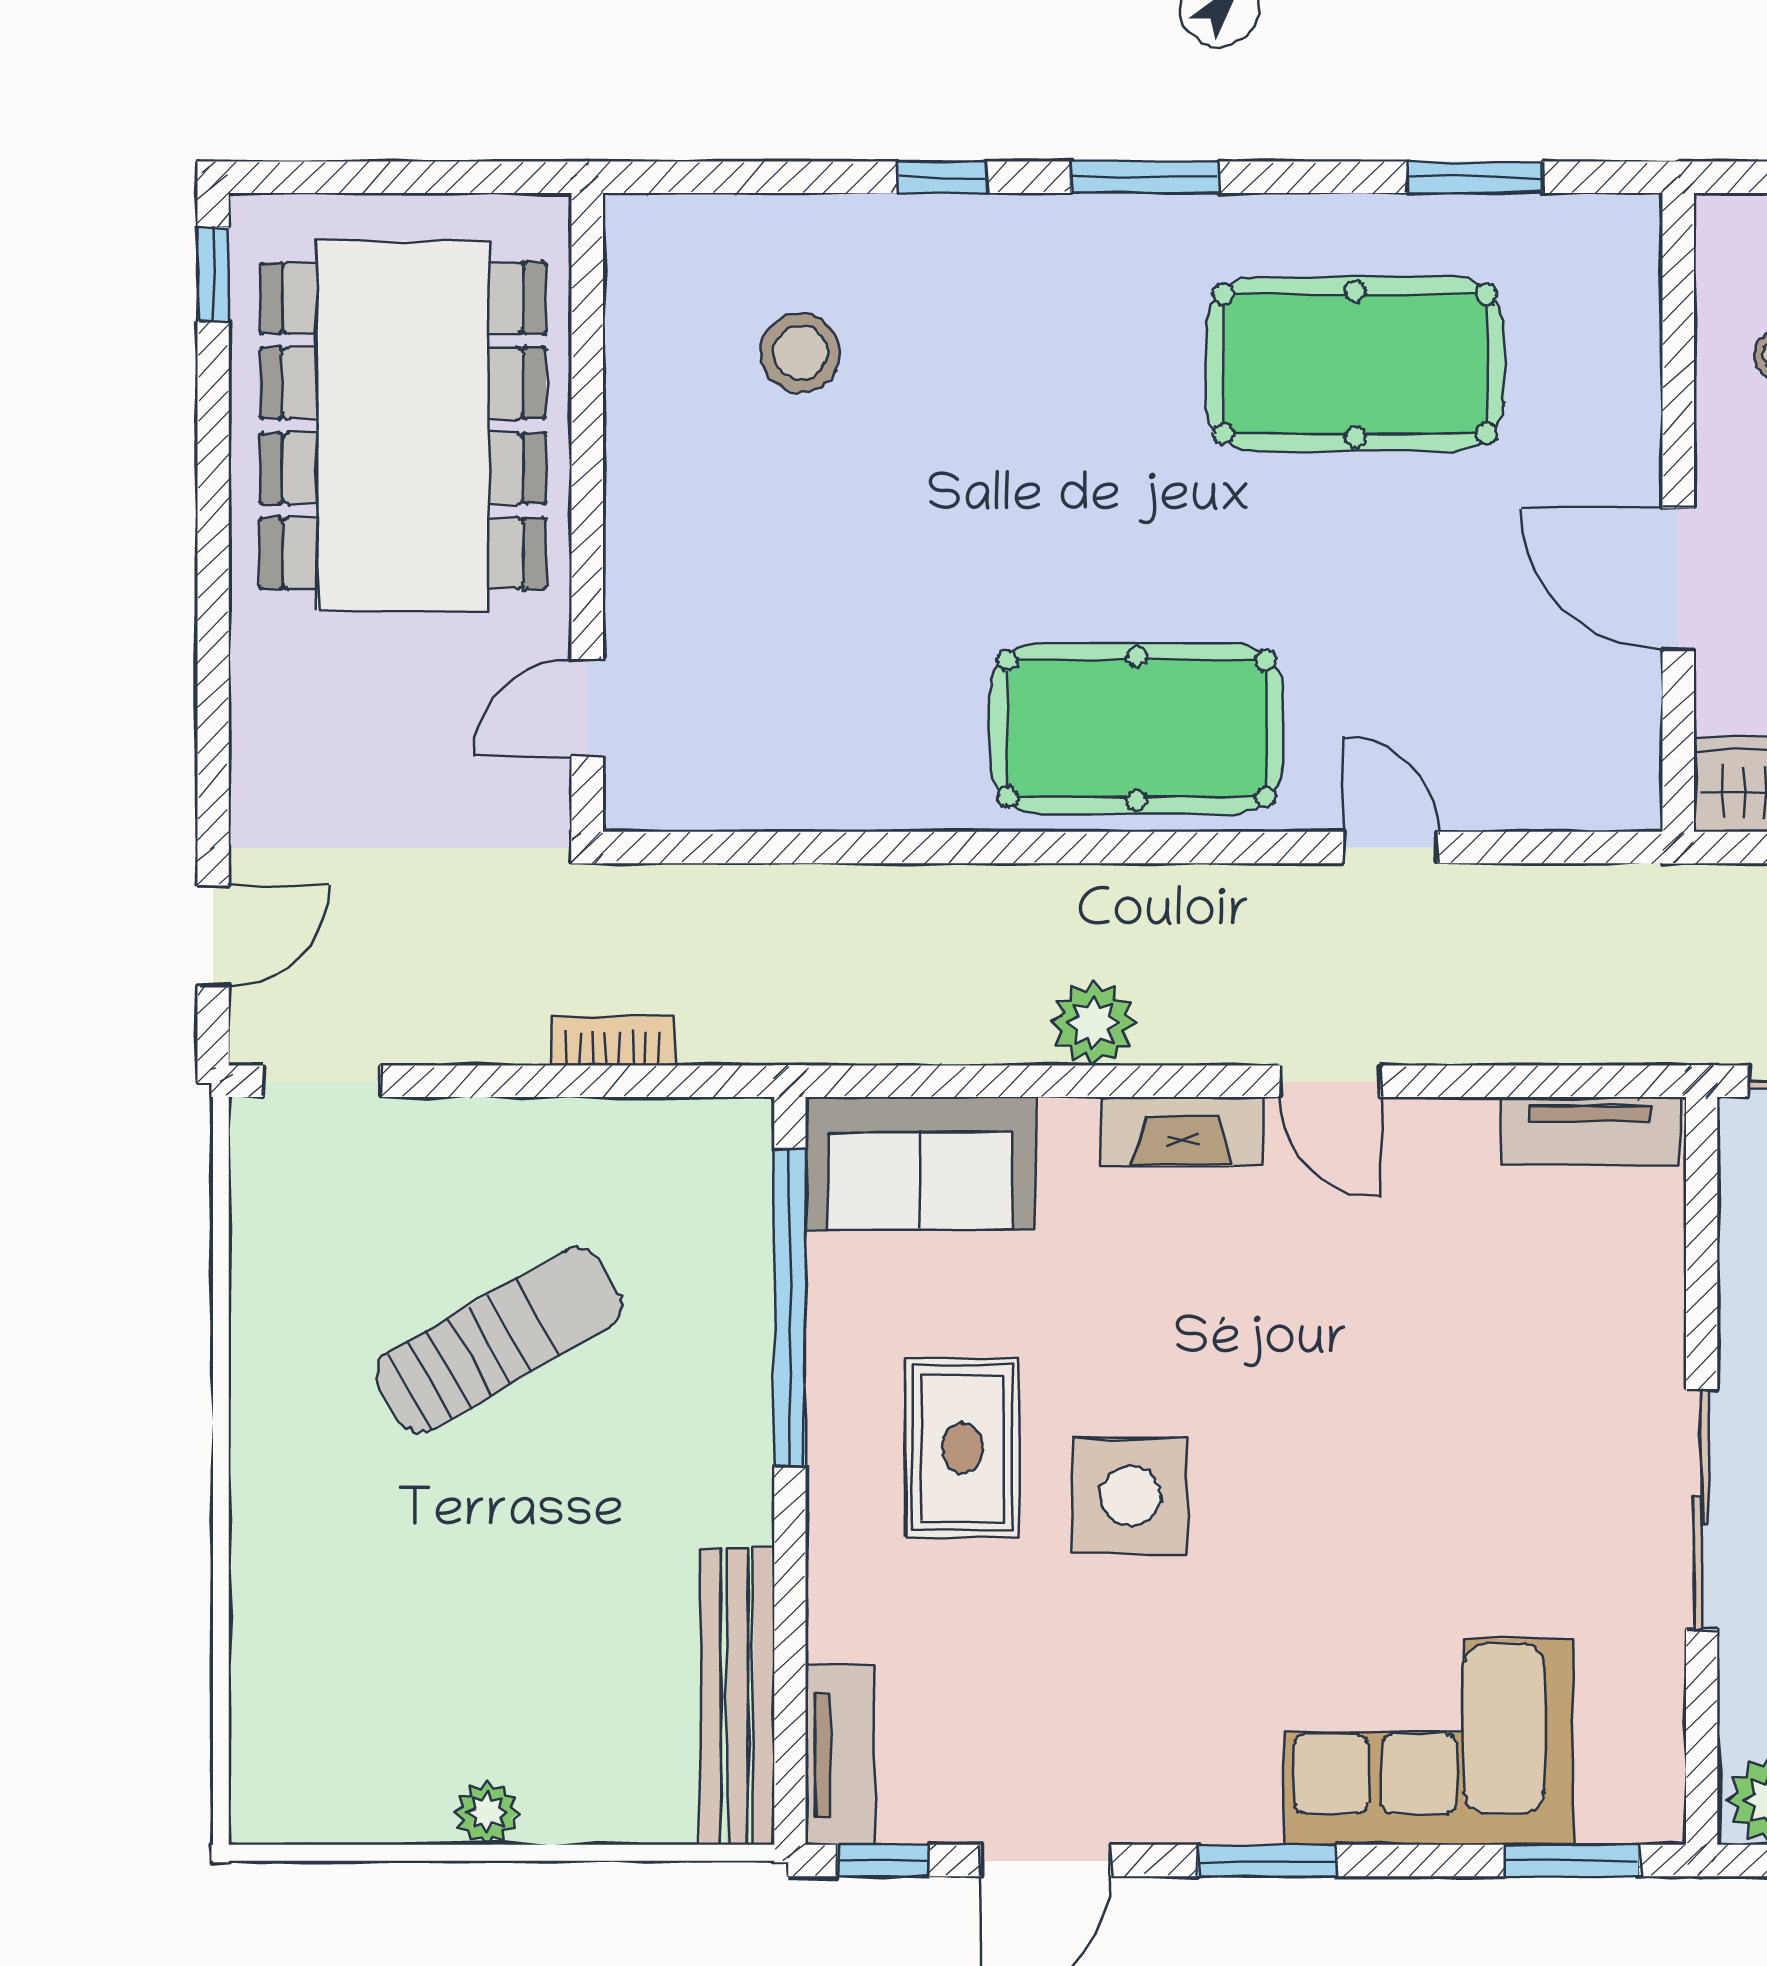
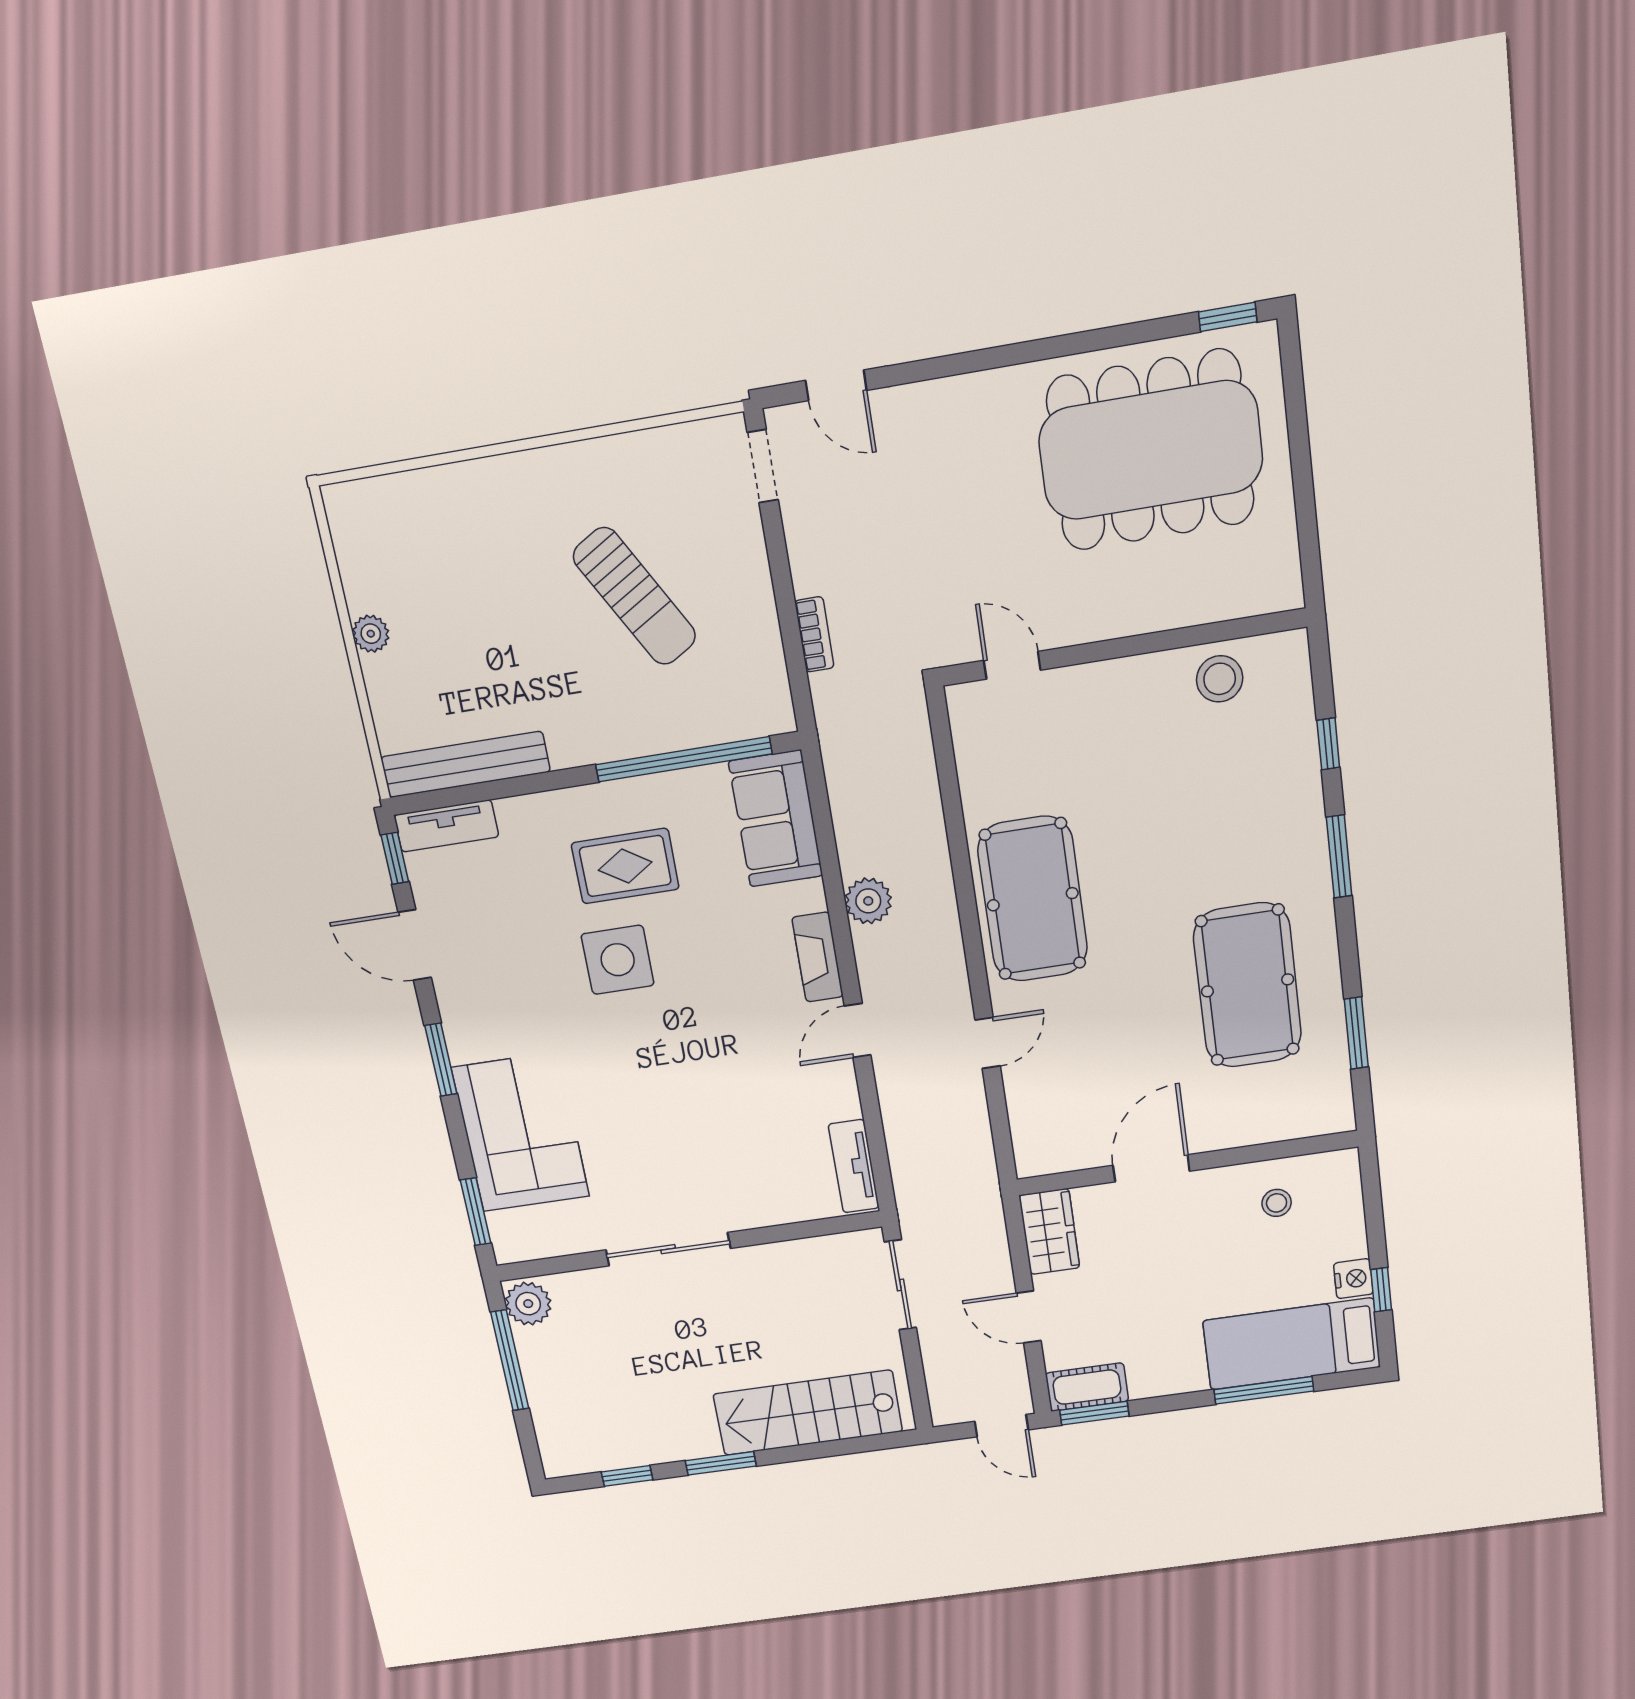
wall: (587, 512) -> (1123, 647), moved
door: (587, 707) -> (1012, 665), moved

